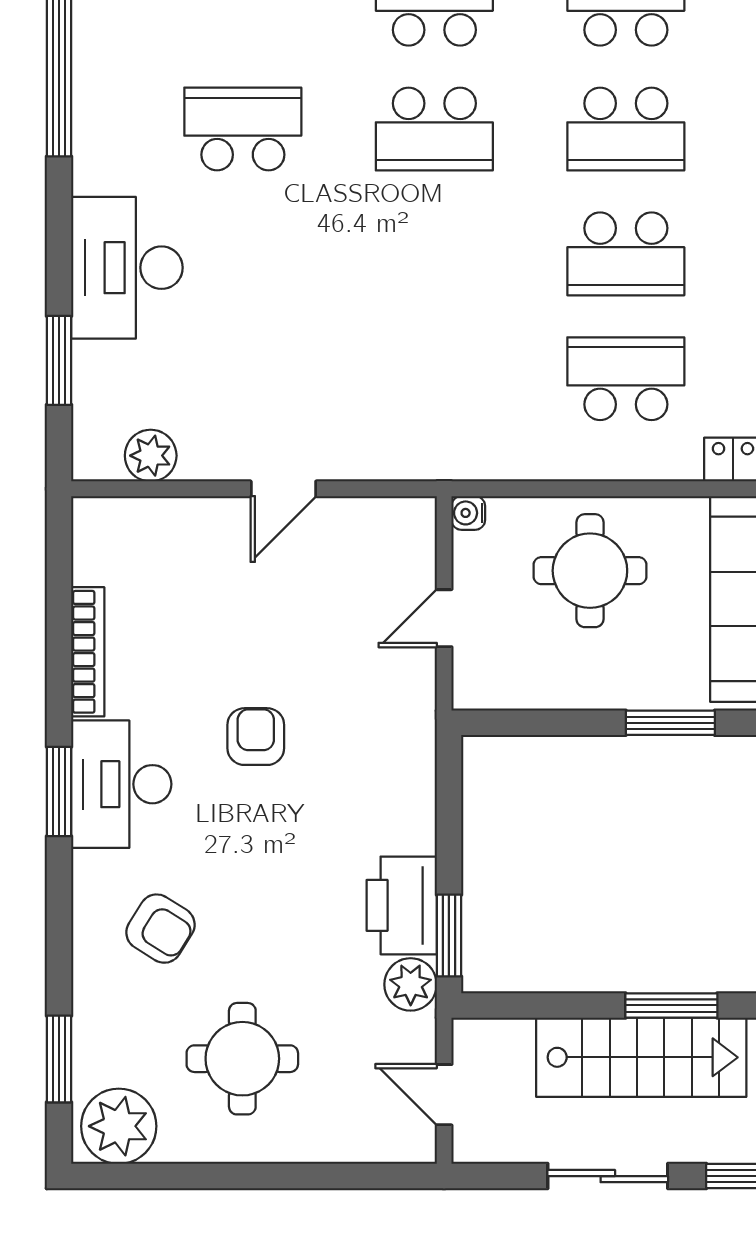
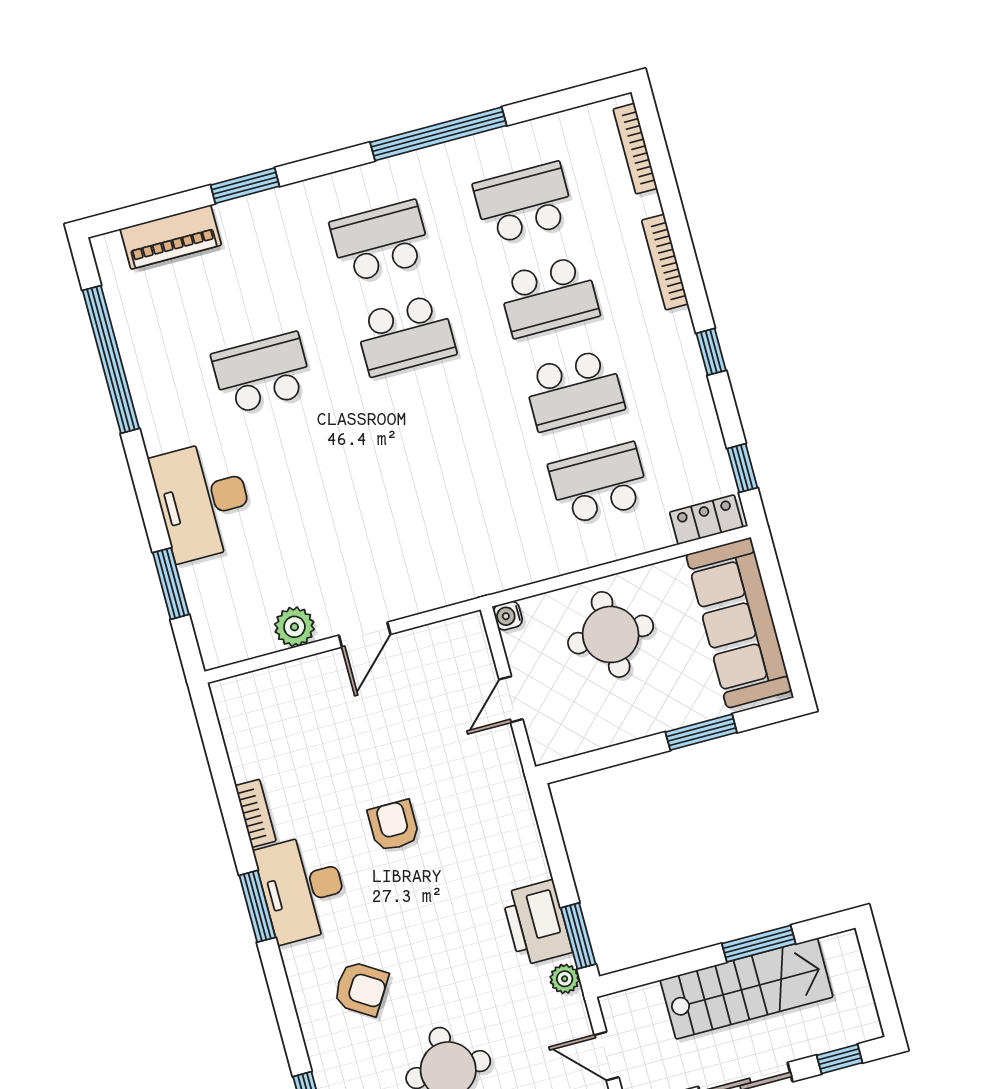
plant: (151, 456) -> (294, 627), moved
bookcase: (88, 652) -> (256, 813), width x0.64
plant: (411, 984) -> (565, 979), width x0.73, depth x0.73

